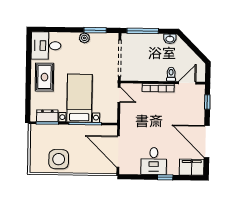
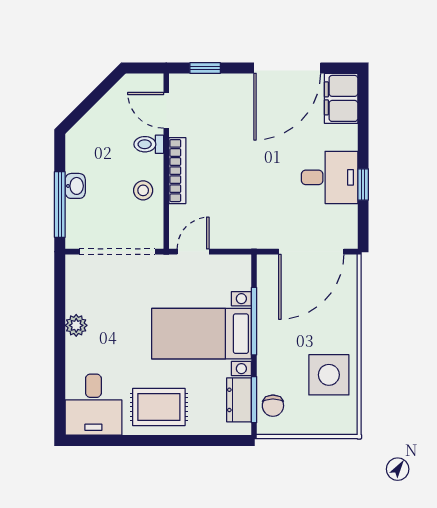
window: (95, 30) -> (60, 303), removed
washbasin: (170, 39) -> (75, 186), moved
stool: (149, 71) -> (143, 190), added
chair: (44, 132) -> (273, 406), added
window: (165, 177) -> (363, 184), moved

